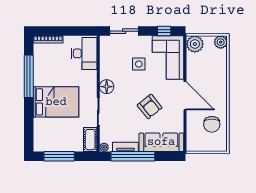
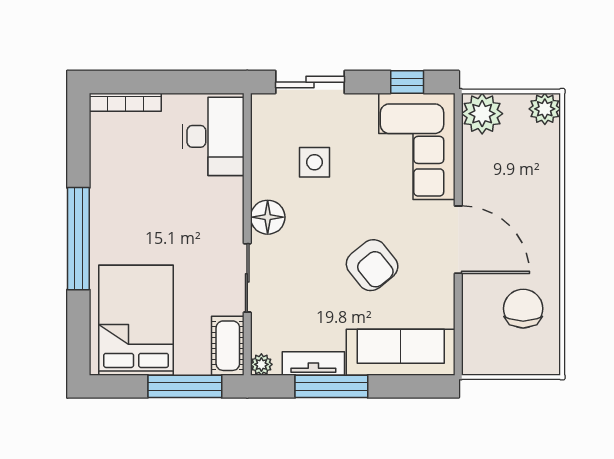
side table: (139, 64) -> (314, 162), moved
window: (29, 76) -> (78, 239), moved
bed: (56, 102) -> (136, 320), moved, turned -90
chair: (212, 124) -> (523, 309), turned 180
window: (59, 156) -> (185, 386), moved
window: (133, 156) -> (331, 386), width x0.68

